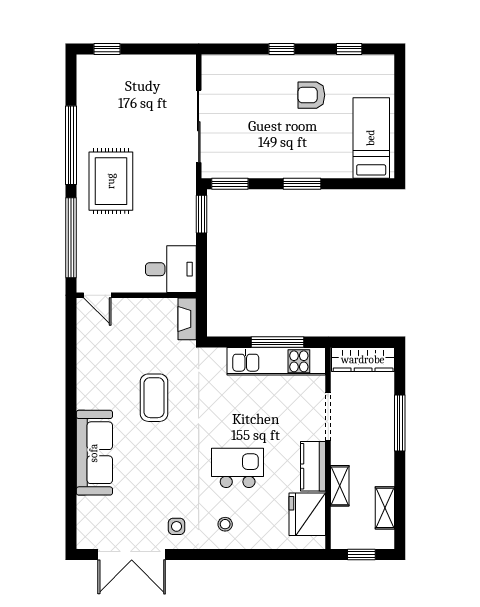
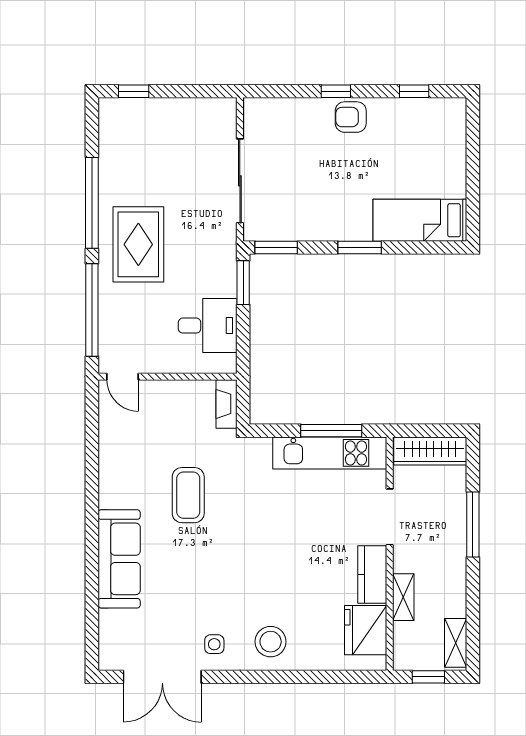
armchair: (311, 95) -> (351, 117), moved
bed: (371, 138) -> (420, 220), moved, turned -90
desk: (171, 269) -> (208, 326), moved
kitchen island: (238, 468) -> (285, 577), removed
shelving: (385, 508) -> (456, 643), moved
stool: (225, 524) -> (271, 642), width x1.89, depth x1.89

